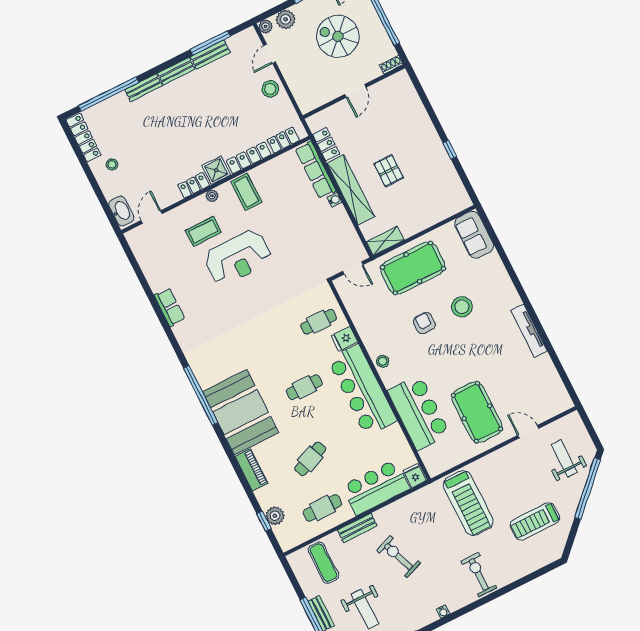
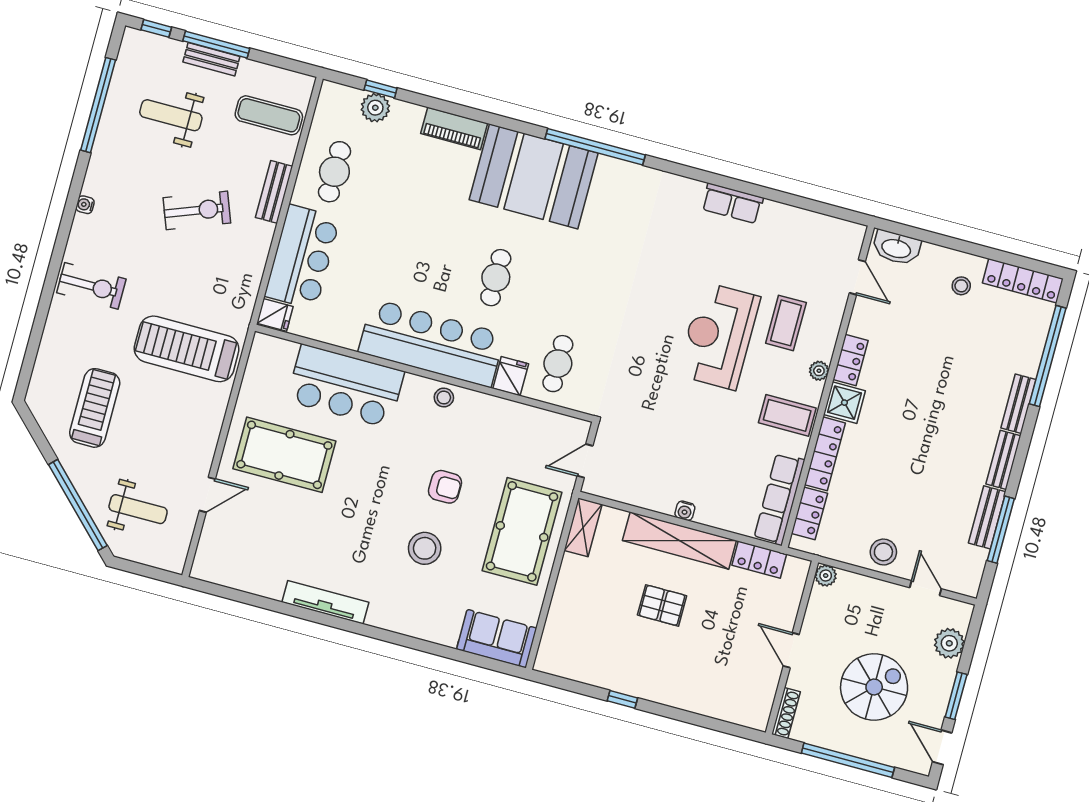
plant: (266, 26) -> (826, 576), moved
shoe rack: (391, 65) -> (786, 713), width x1.43
row of seats: (316, 170) -> (779, 499), moved, turned -90
cafe table: (310, 459) -> (405, 209), removed

